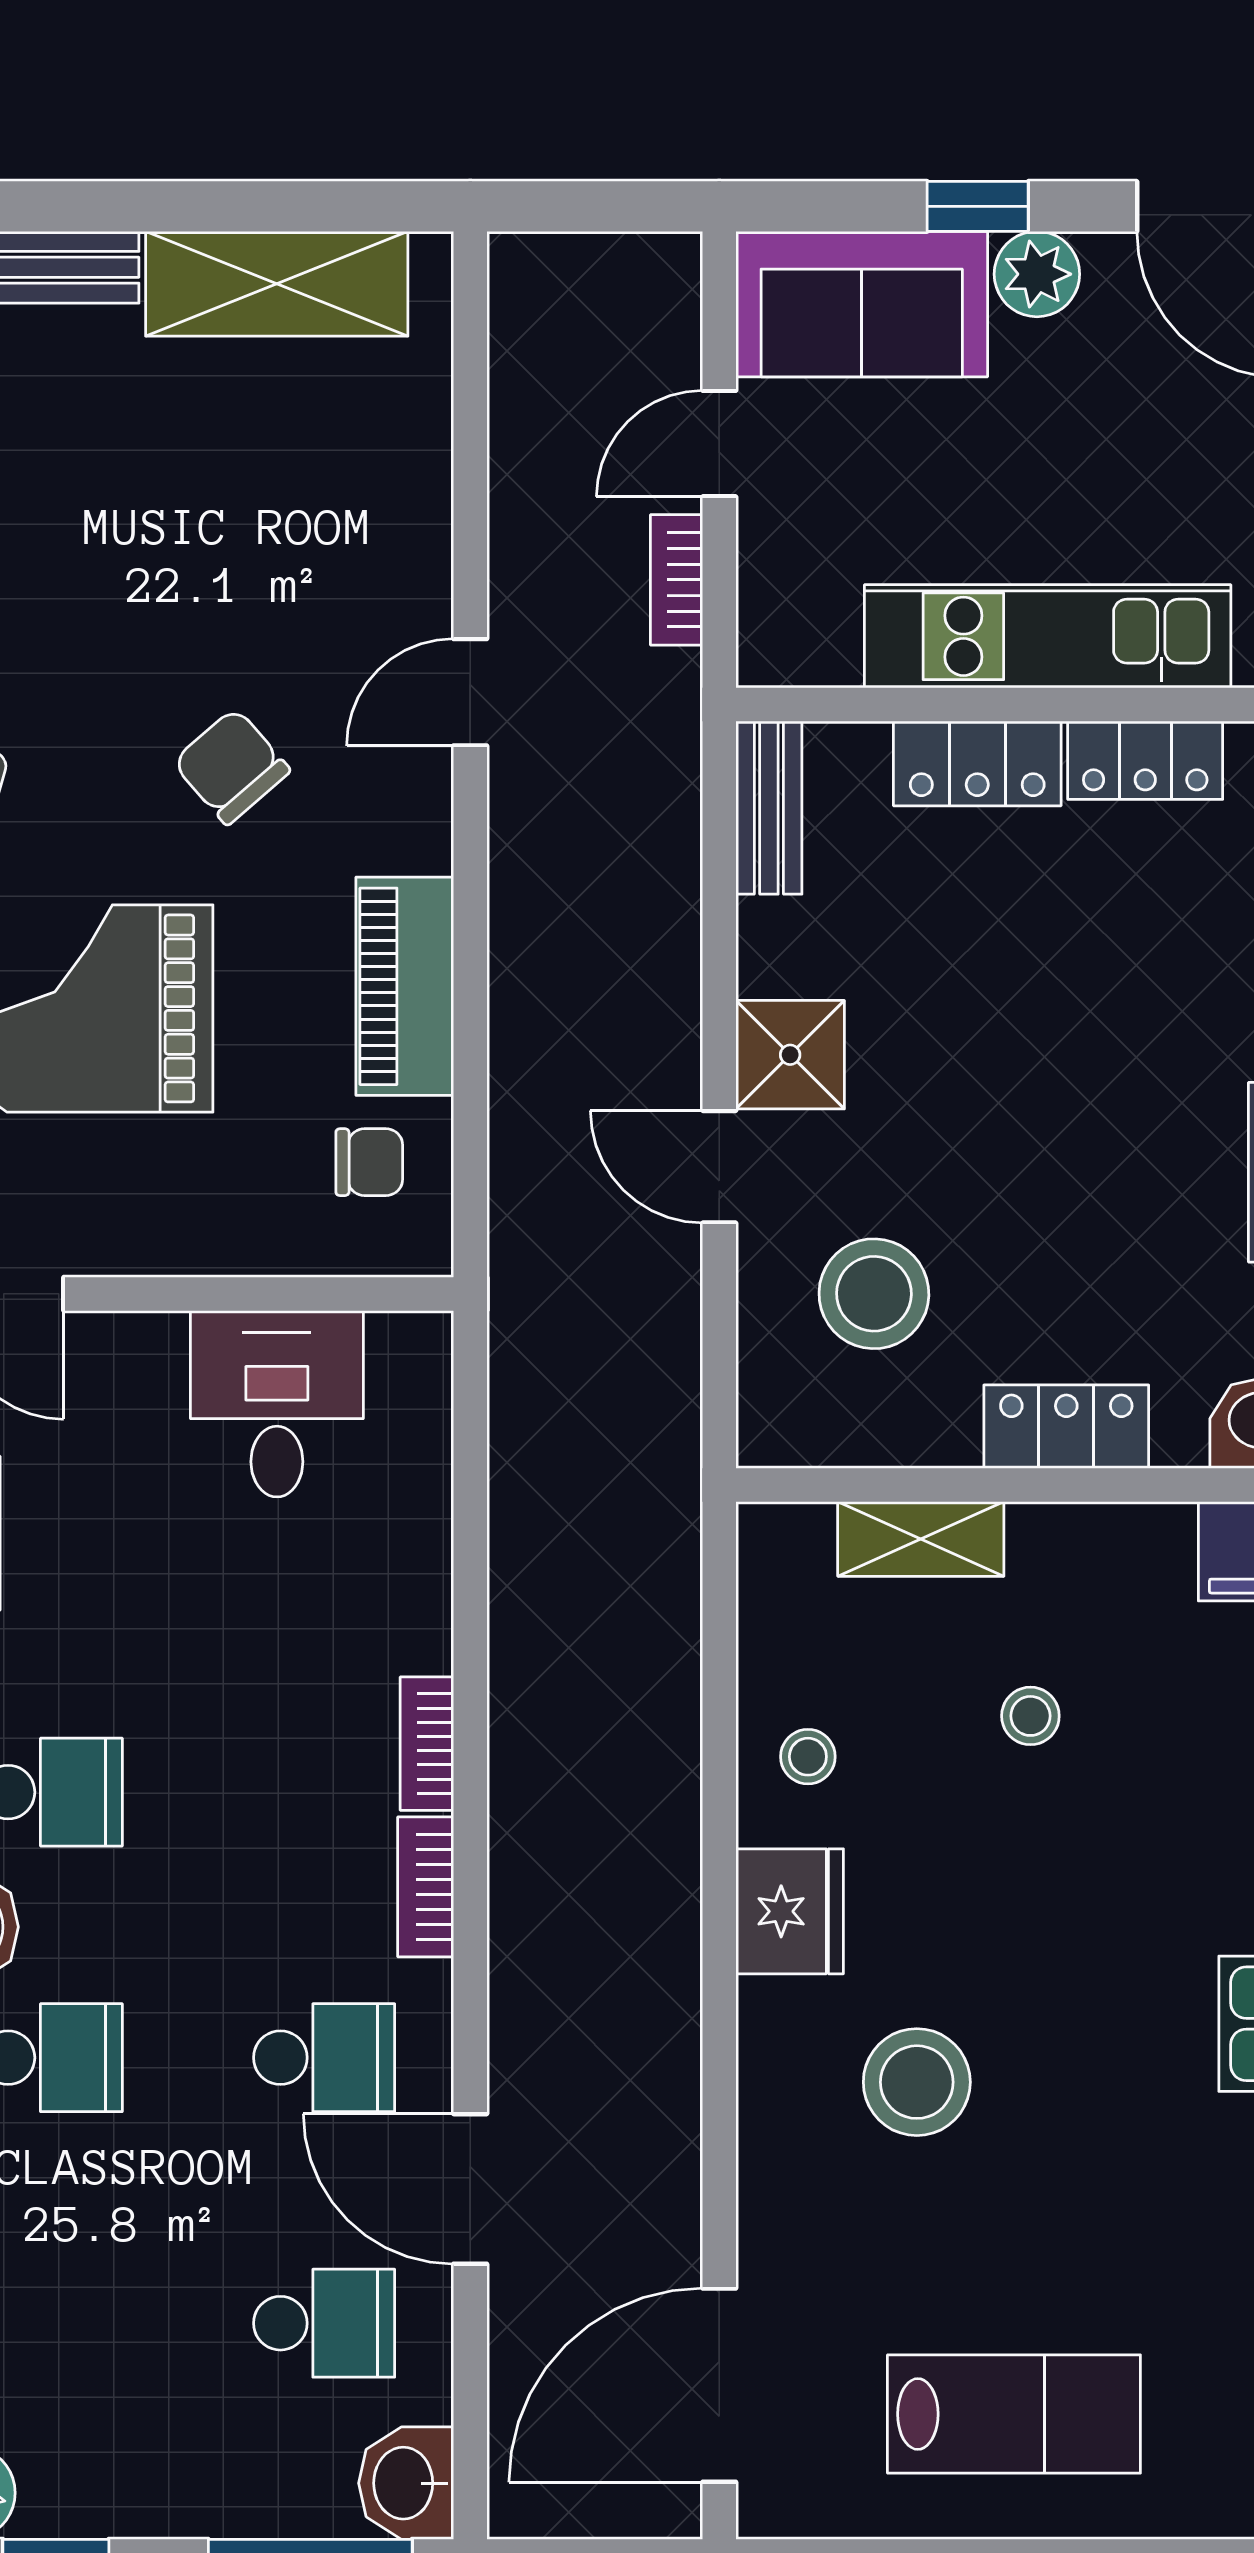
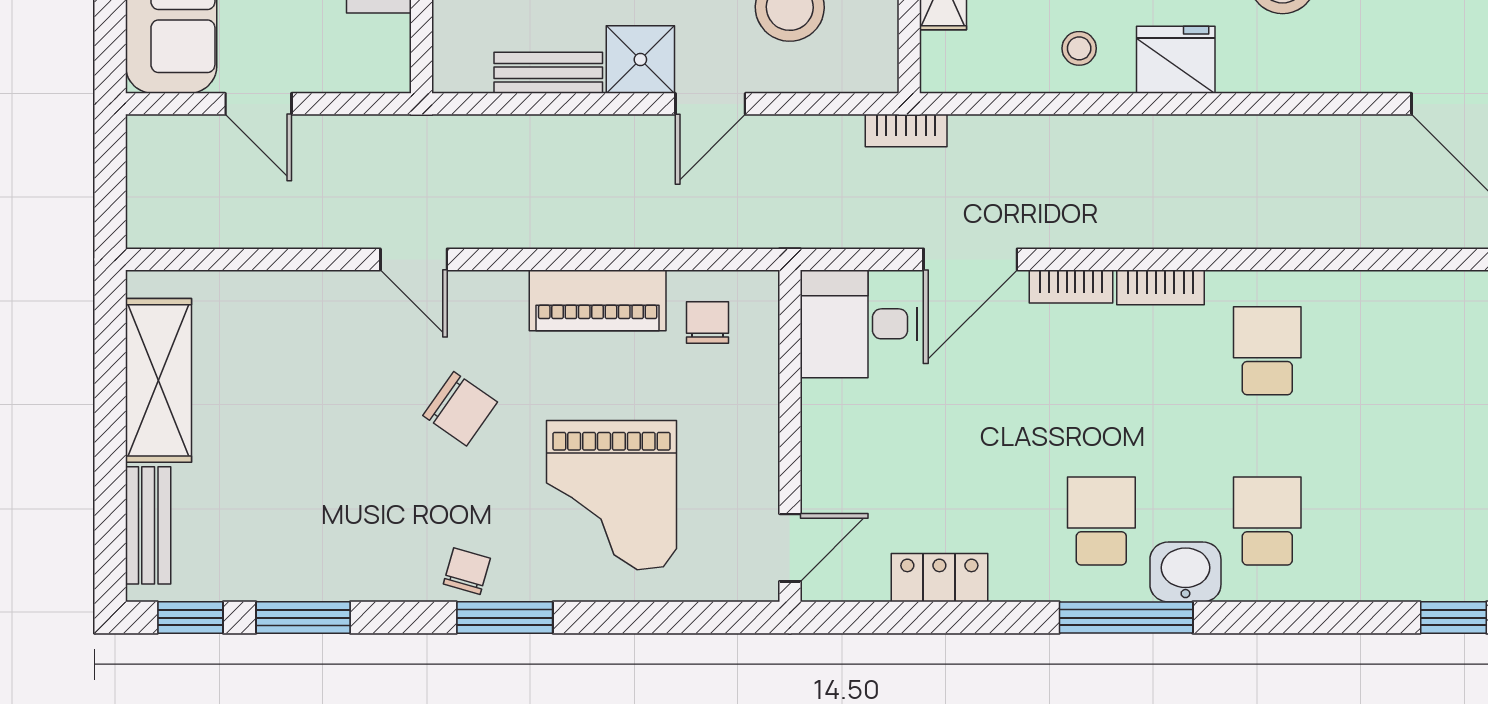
bookcase: (677, 580) -> (906, 130), moved
chair: (231, 766) -> (460, 409), turned -104
bench: (769, 808) -> (548, 73), moved
desk: (277, 1404) -> (859, 324), moved
door: (470, 2189) -> (970, 259), moved
school desk: (324, 2323) -> (1433, 351), removed

